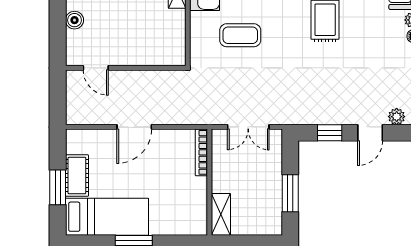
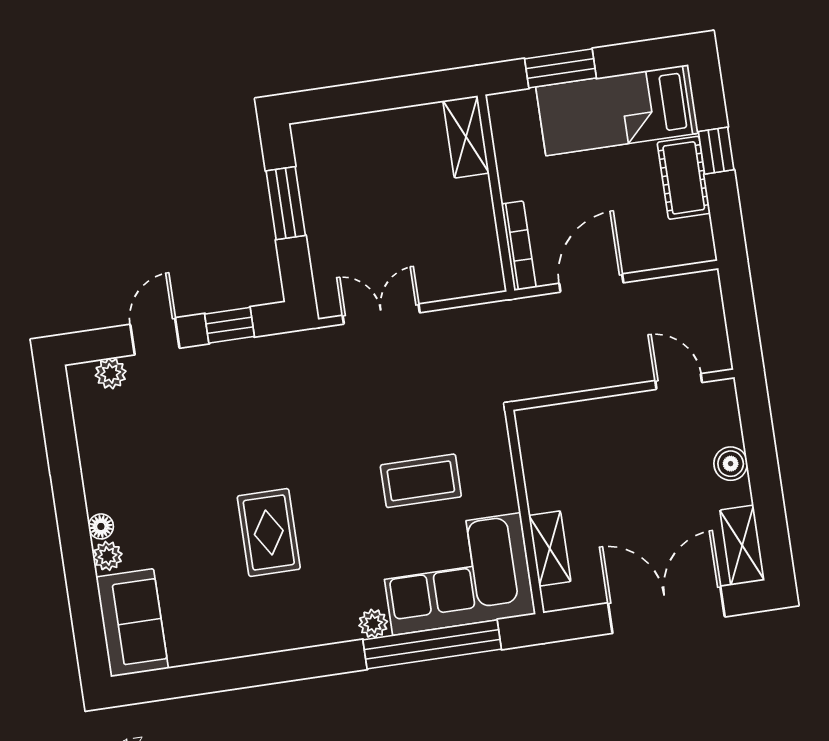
bookcase: (201, 152) -> (519, 246), moved
wall: (209, 182) -> (496, 193), moved
window: (58, 187) -> (716, 151), width x0.67
shelving: (221, 214) -> (466, 137), moved

